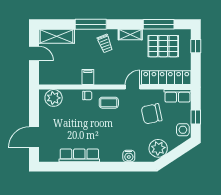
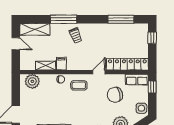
shelving: (130, 34) -> (46, 66), moved
pallet: (163, 46) -> (125, 38), removed
window: (196, 117) -> (152, 87), moved

